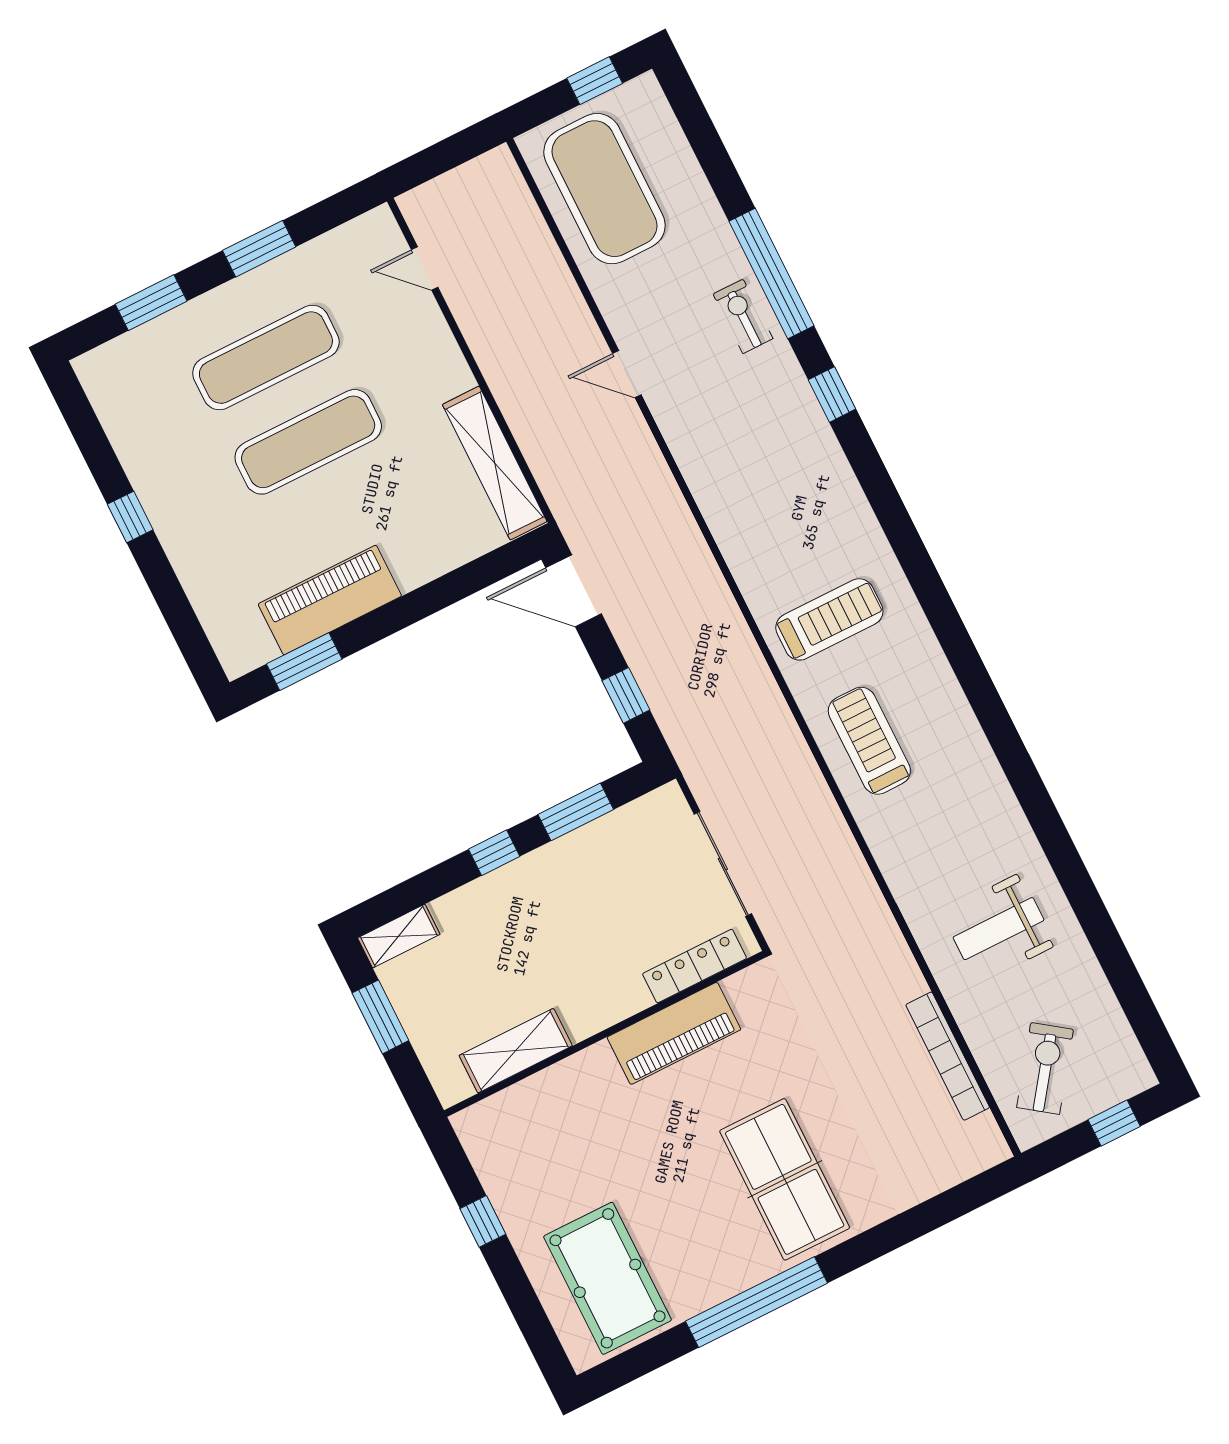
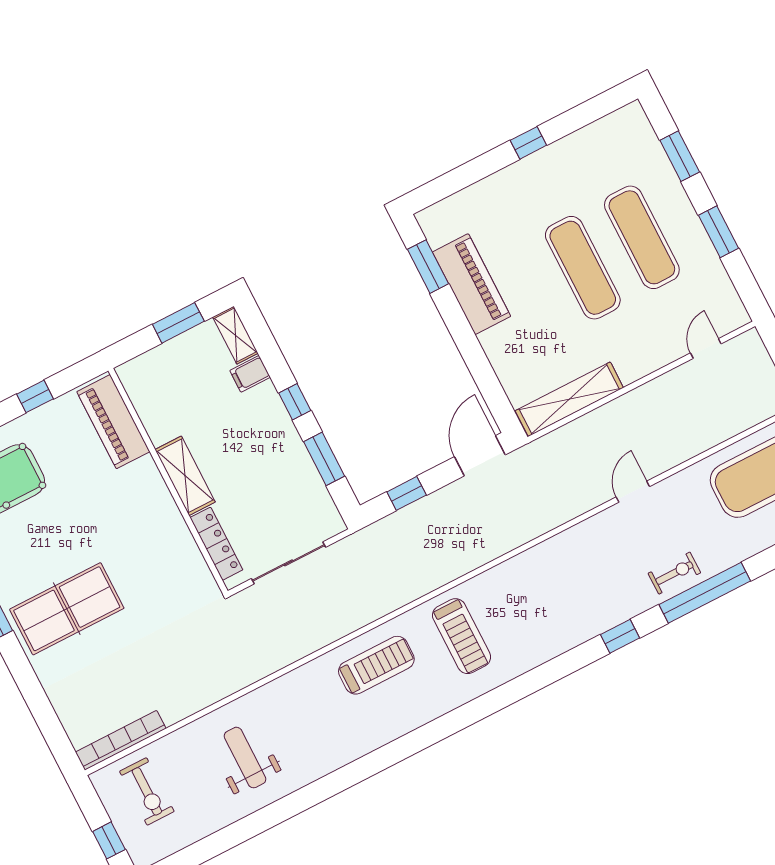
filing cabinet: (454, 916) -> (250, 374), added
piano: (674, 1033) -> (113, 422), moved
shelving: (516, 1051) -> (185, 476), moved
bookcase: (948, 1056) -> (121, 740), moved
exercise bike: (1045, 1068) -> (147, 791), turned 54

